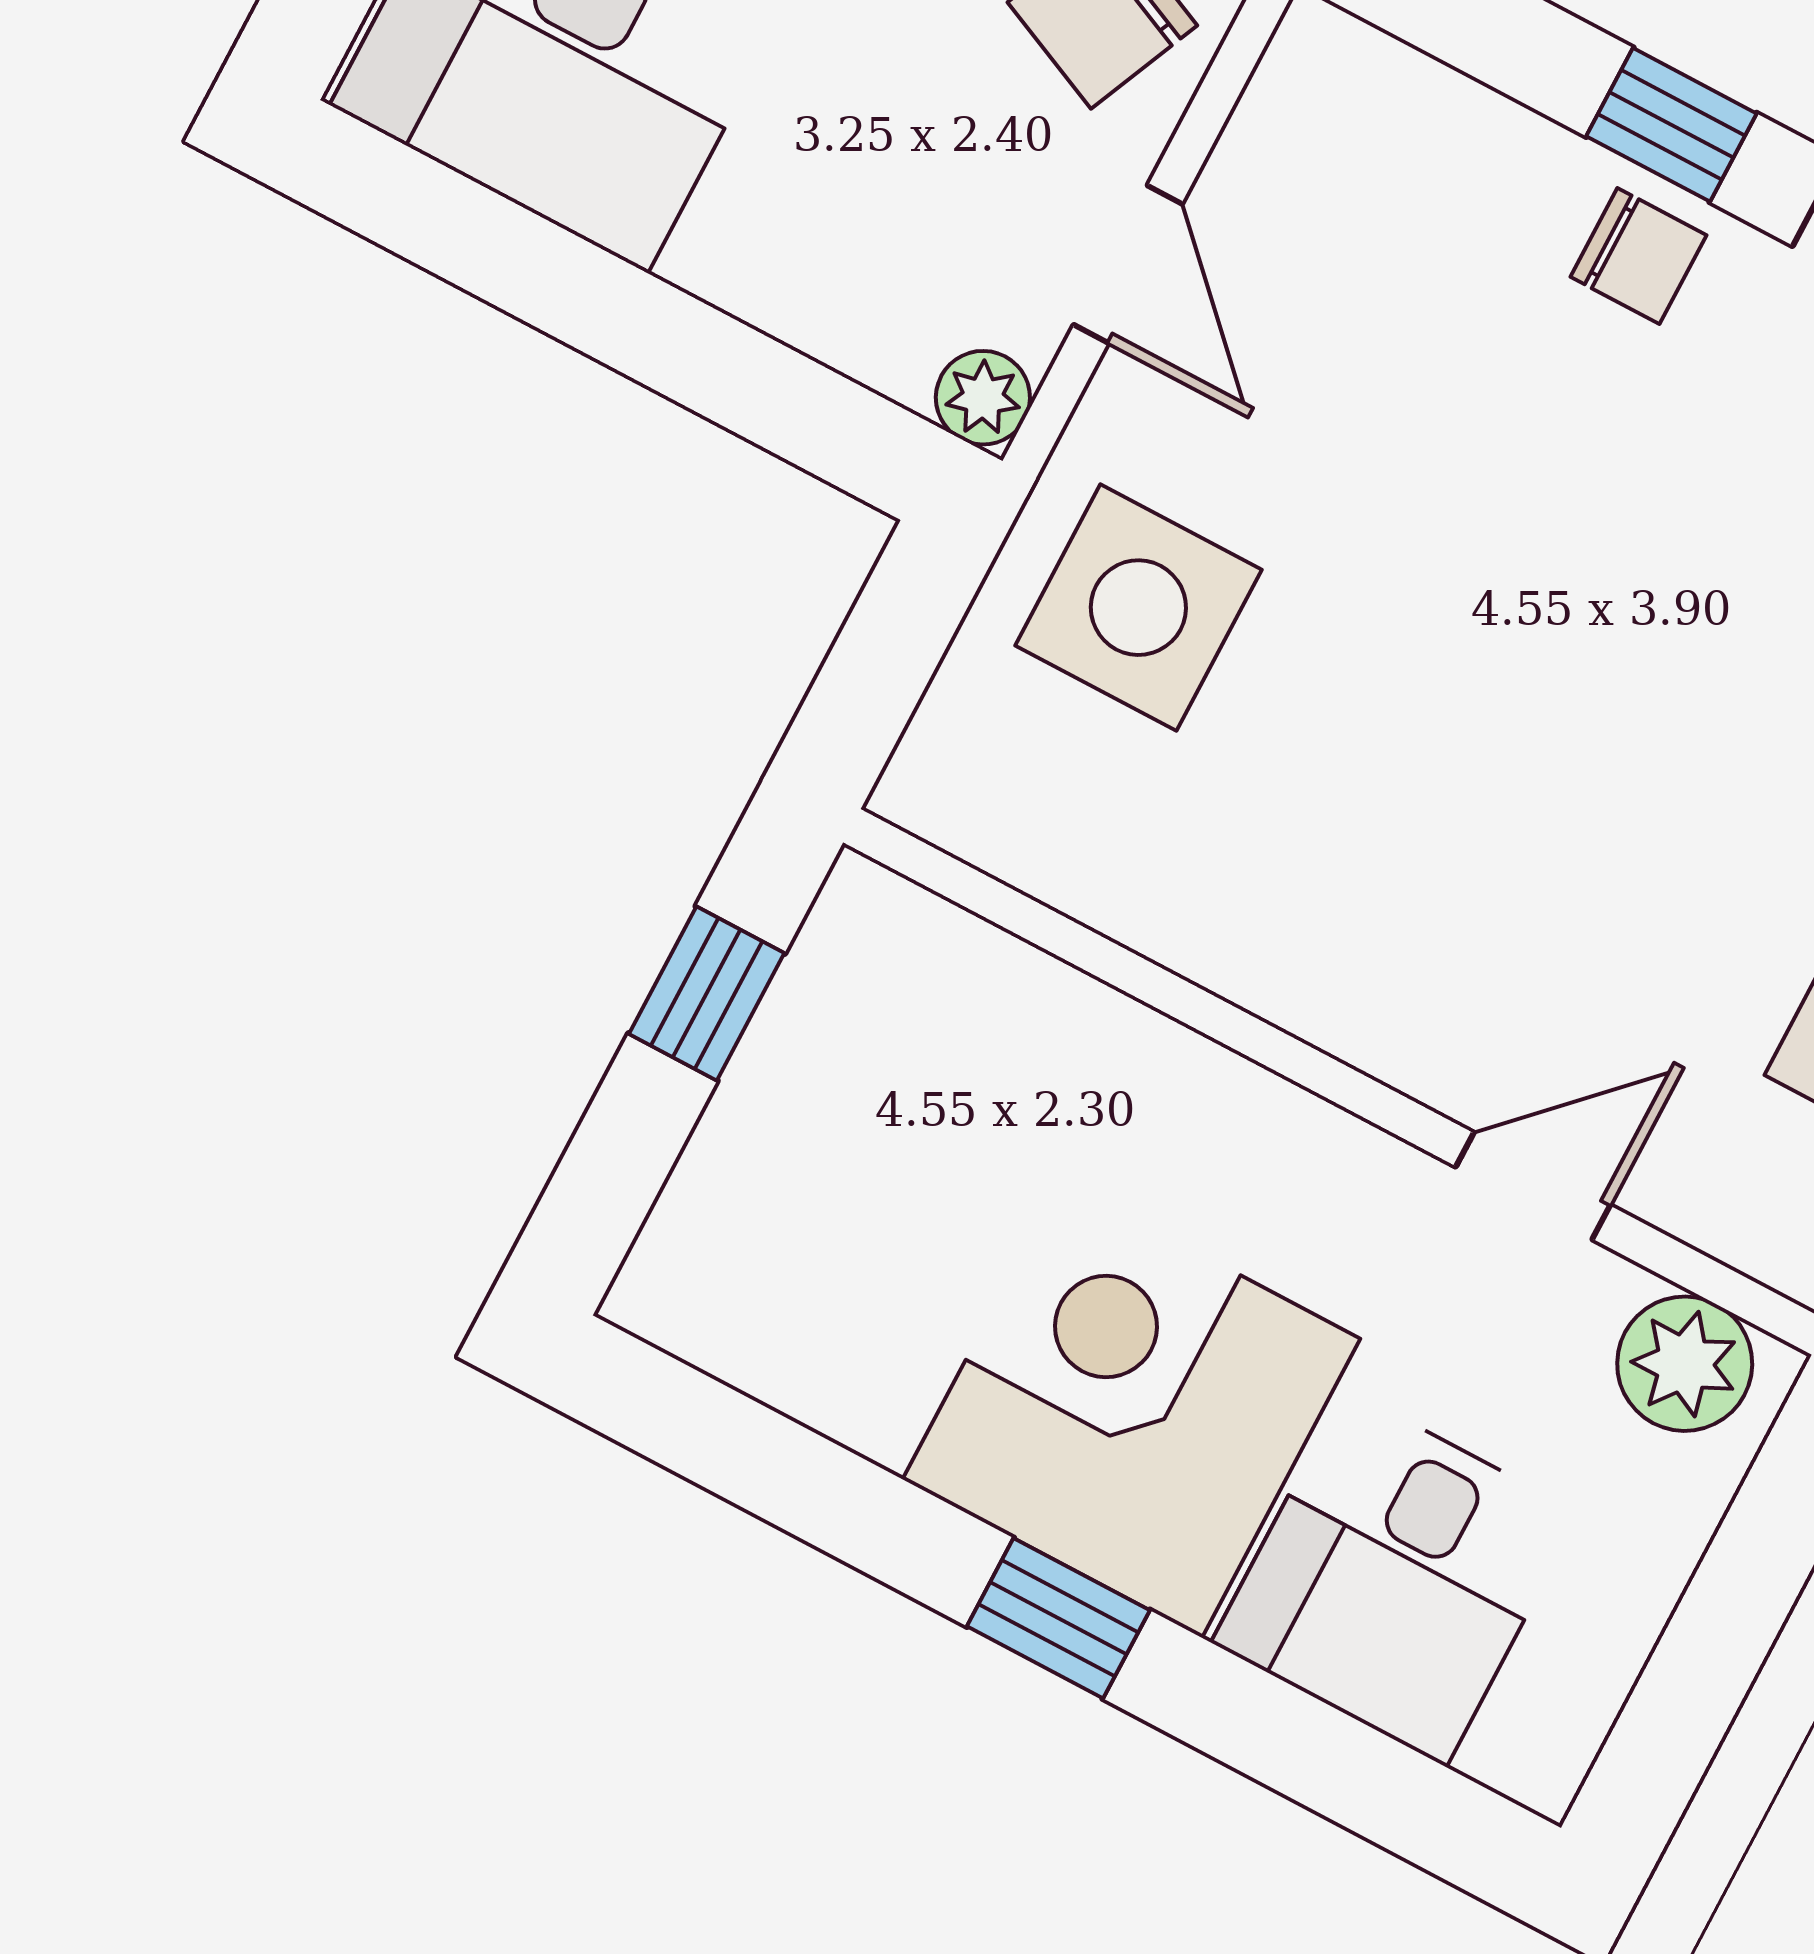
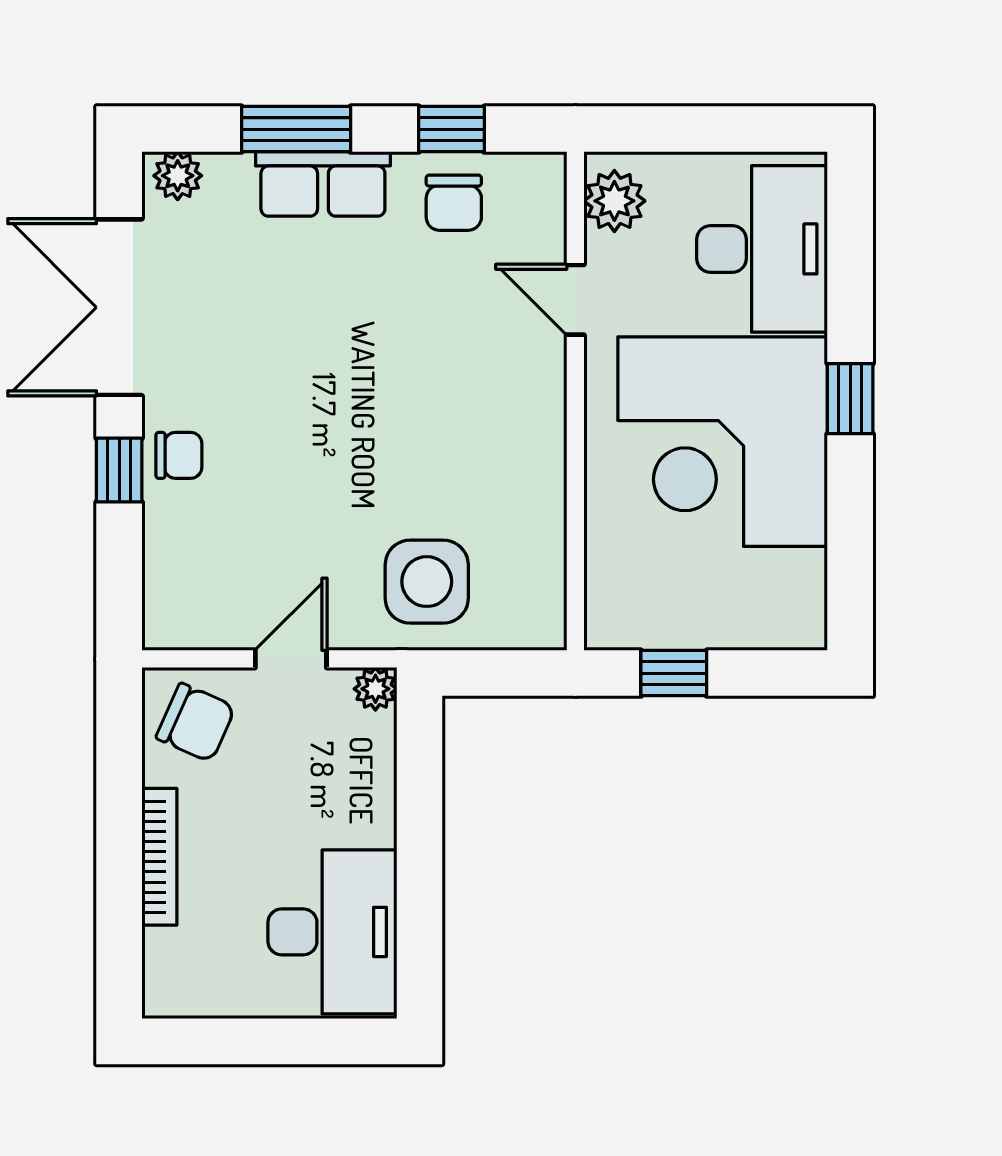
chair: (1638, 256) -> (179, 455), turned 90
corner desk: (1131, 1409) -> (723, 442), width x1.36, depth x1.36
desk: (1396, 1578) -> (762, 249), width x1.37

